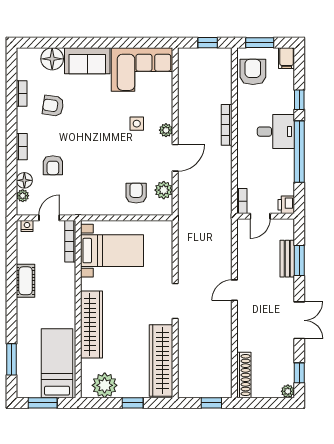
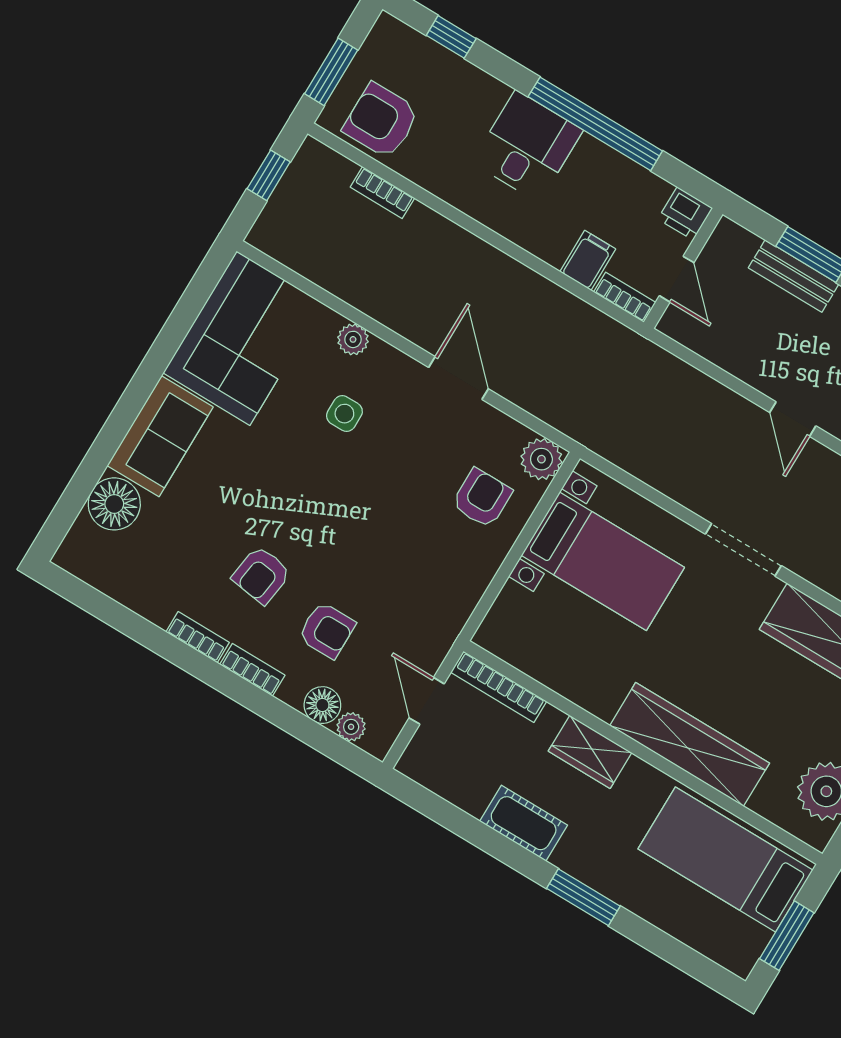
filing cabinet: (287, 58) -> (588, 260), moved, turned -90
bookcase: (22, 93) -> (198, 637), moved
window: (299, 100) -> (451, 37), moved
armchair: (53, 106) -> (261, 575), moved
bookcase: (227, 125) -> (382, 193), moved, width x0.64
plant: (166, 130) -> (353, 339), moved
plant: (164, 190) -> (541, 459), moved
armchair: (136, 193) -> (482, 498), turned 90
nightstand: (27, 226) -> (416, 754), removed
bed with nightstands: (112, 251) -> (603, 561), moved, turned 90
wardrobe: (67, 289) -> (590, 752), added
window: (12, 359) -> (583, 897), moved

